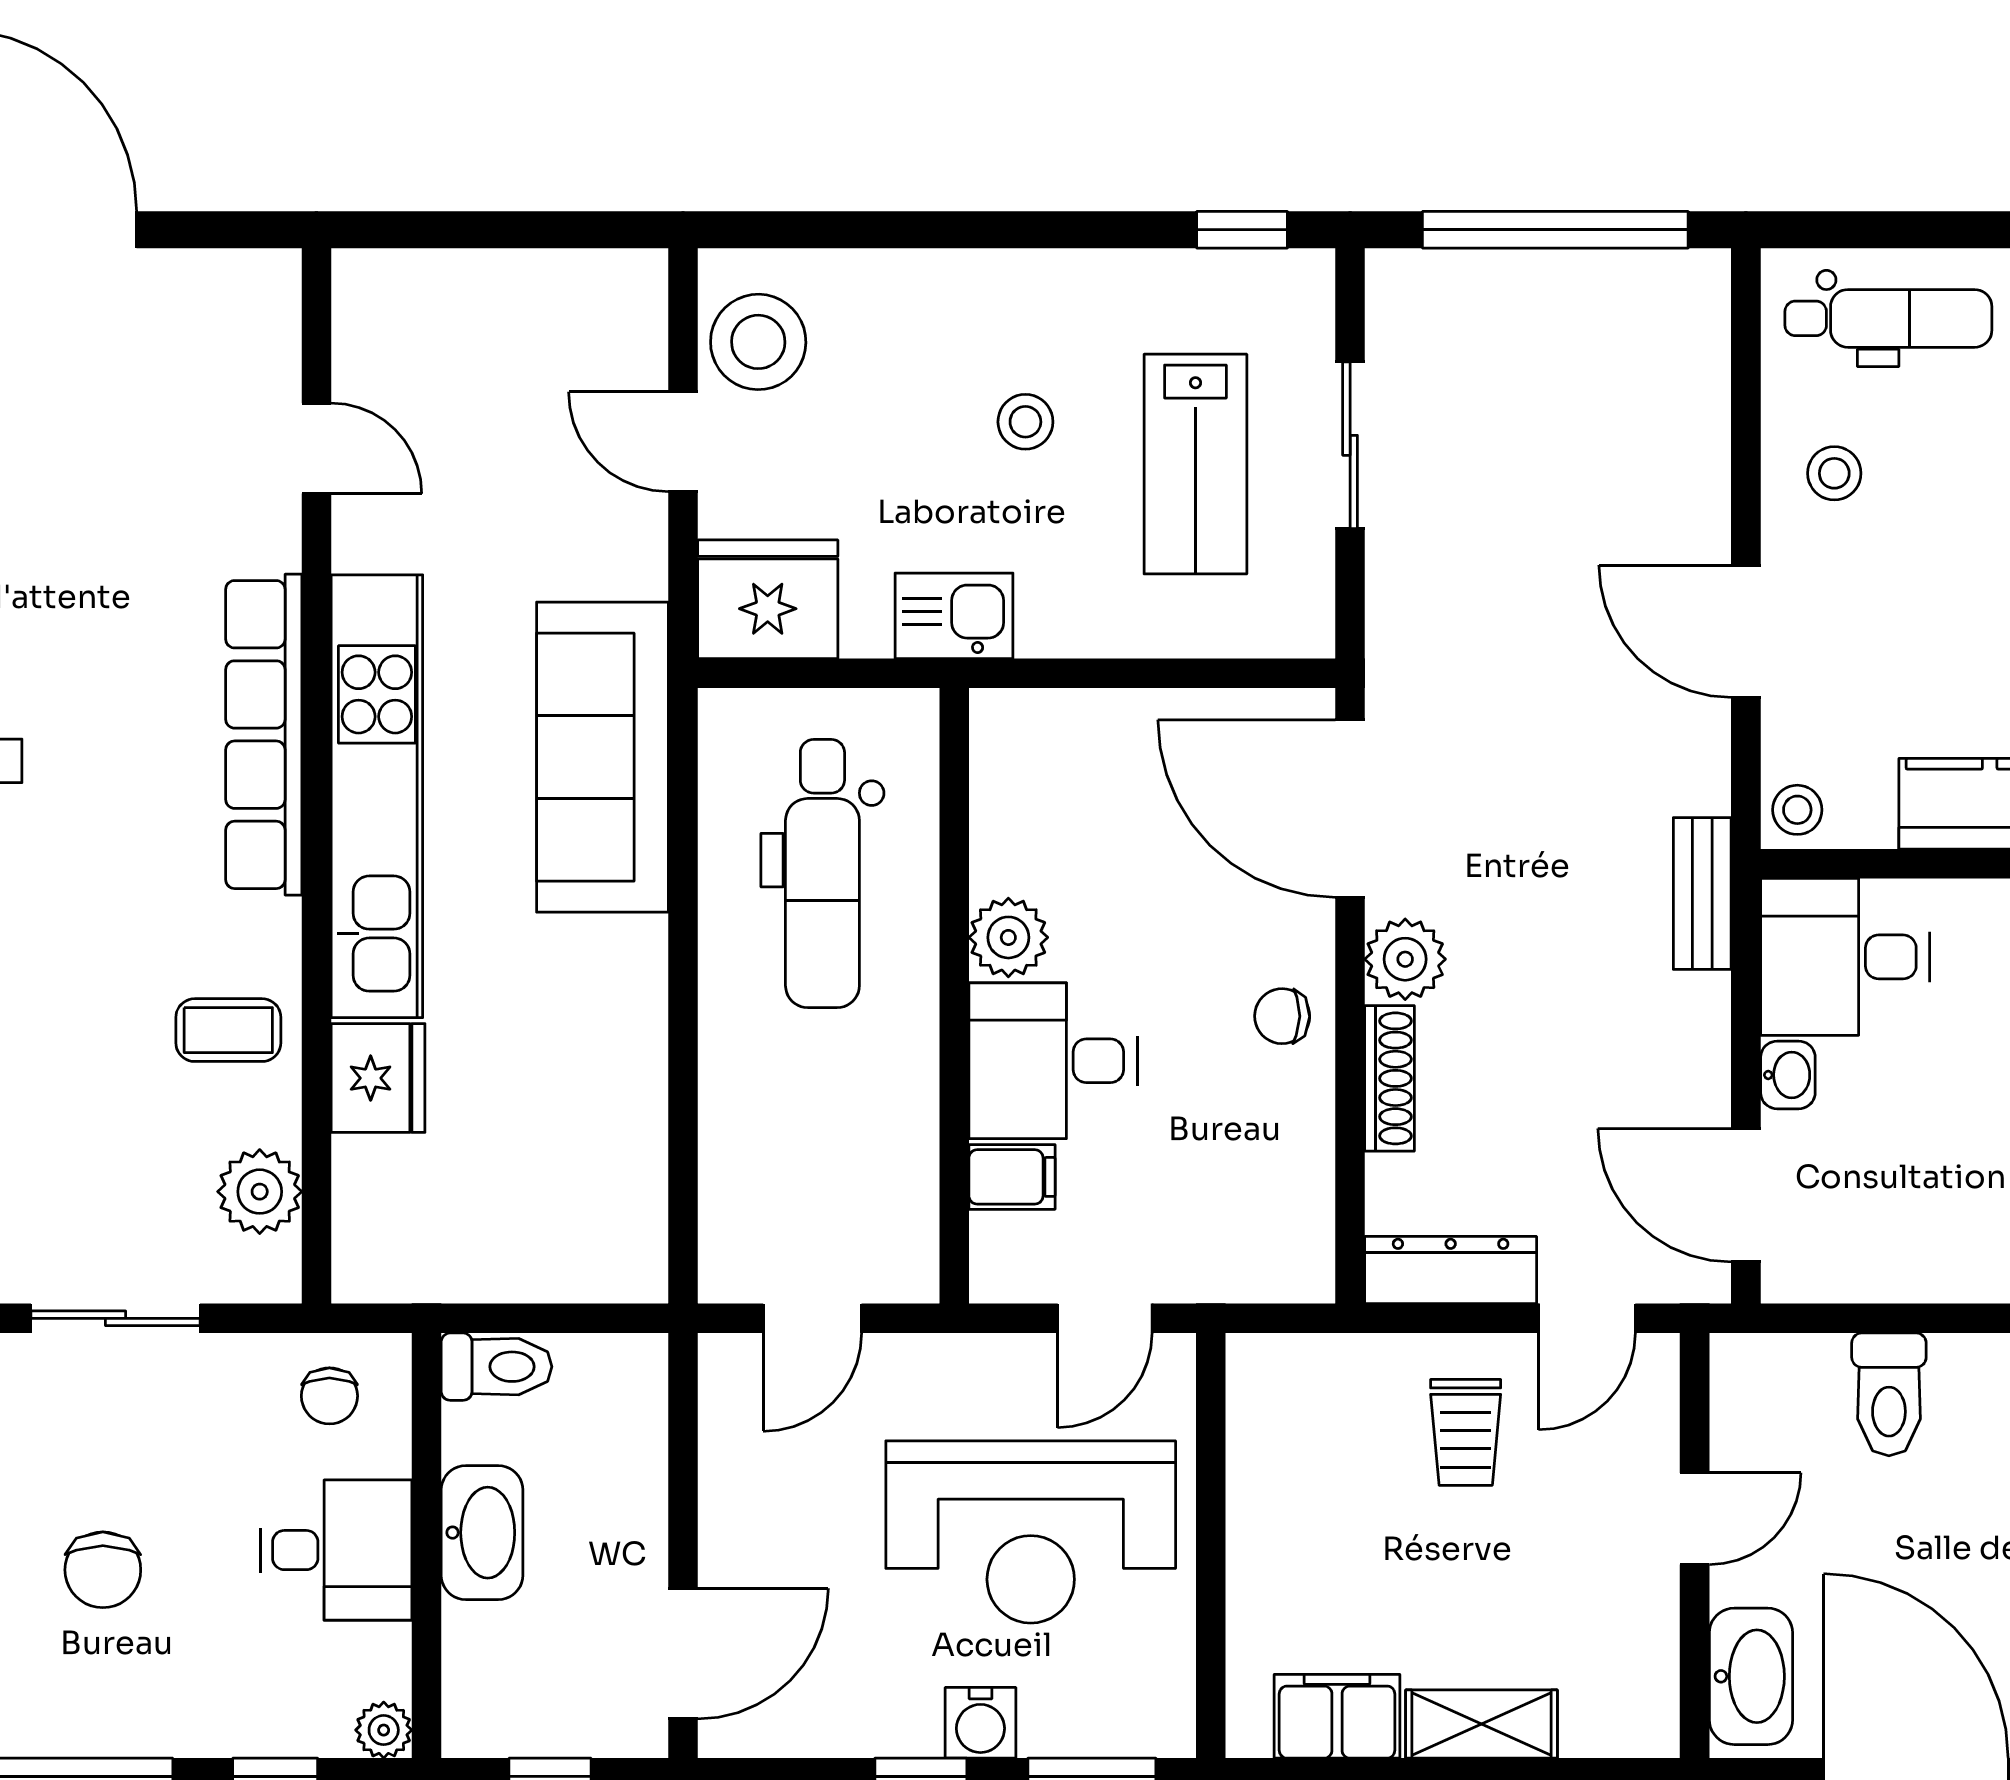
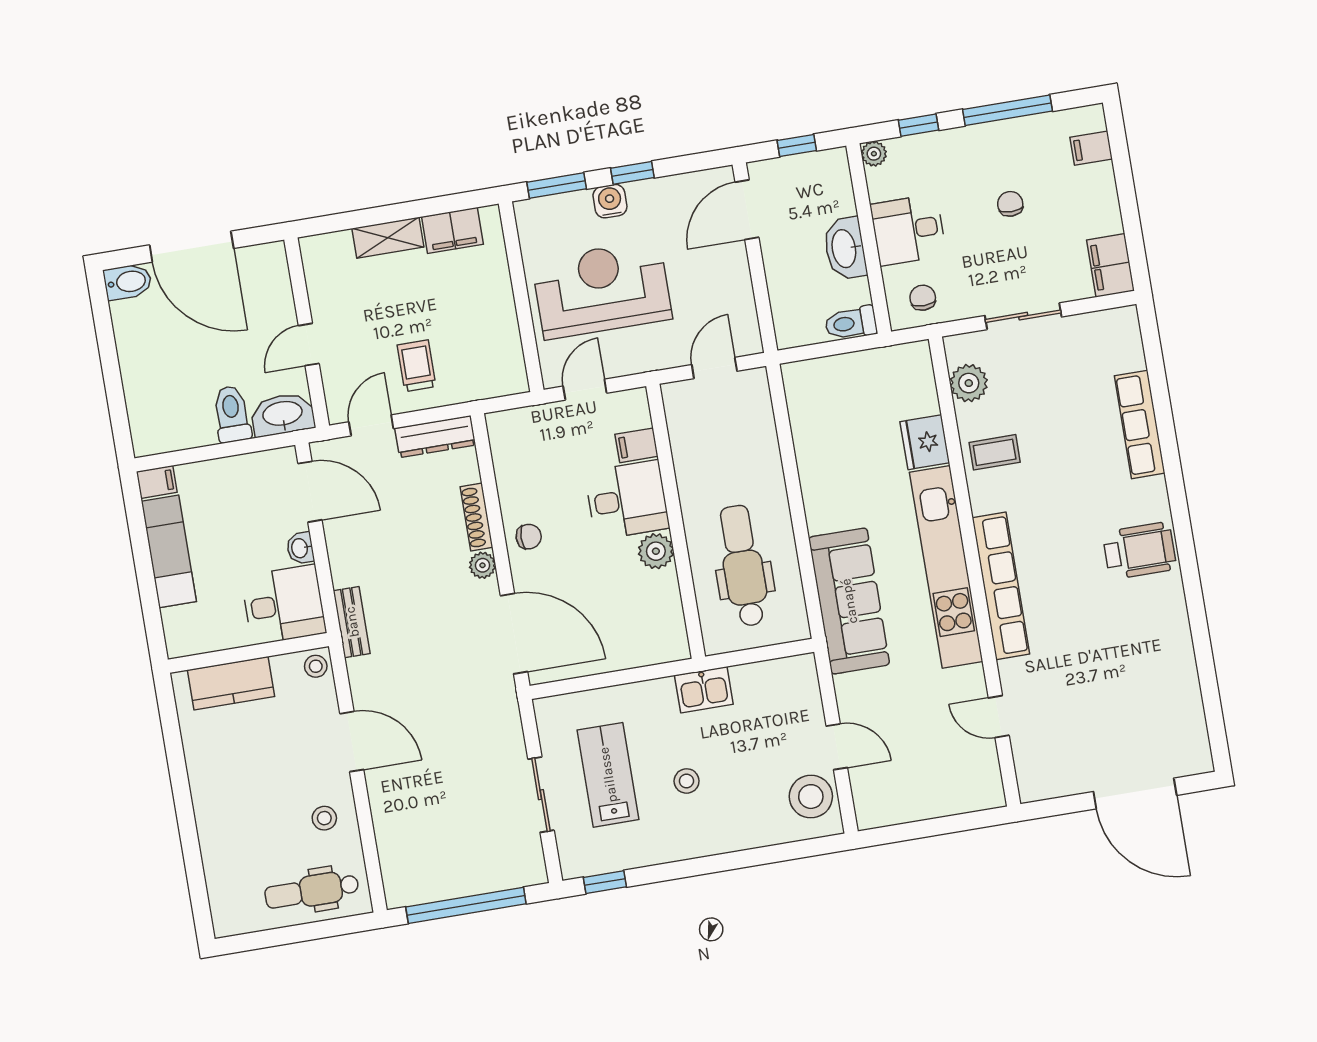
fridge: (768, 599) -> (788, 683), removed
plant: (1405, 959) -> (482, 565), width x0.73, depth x0.73
chair: (103, 1570) -> (1010, 204), width x0.73, depth x0.73
washbasin: (1751, 1676) -> (283, 414), moved, turned 90

